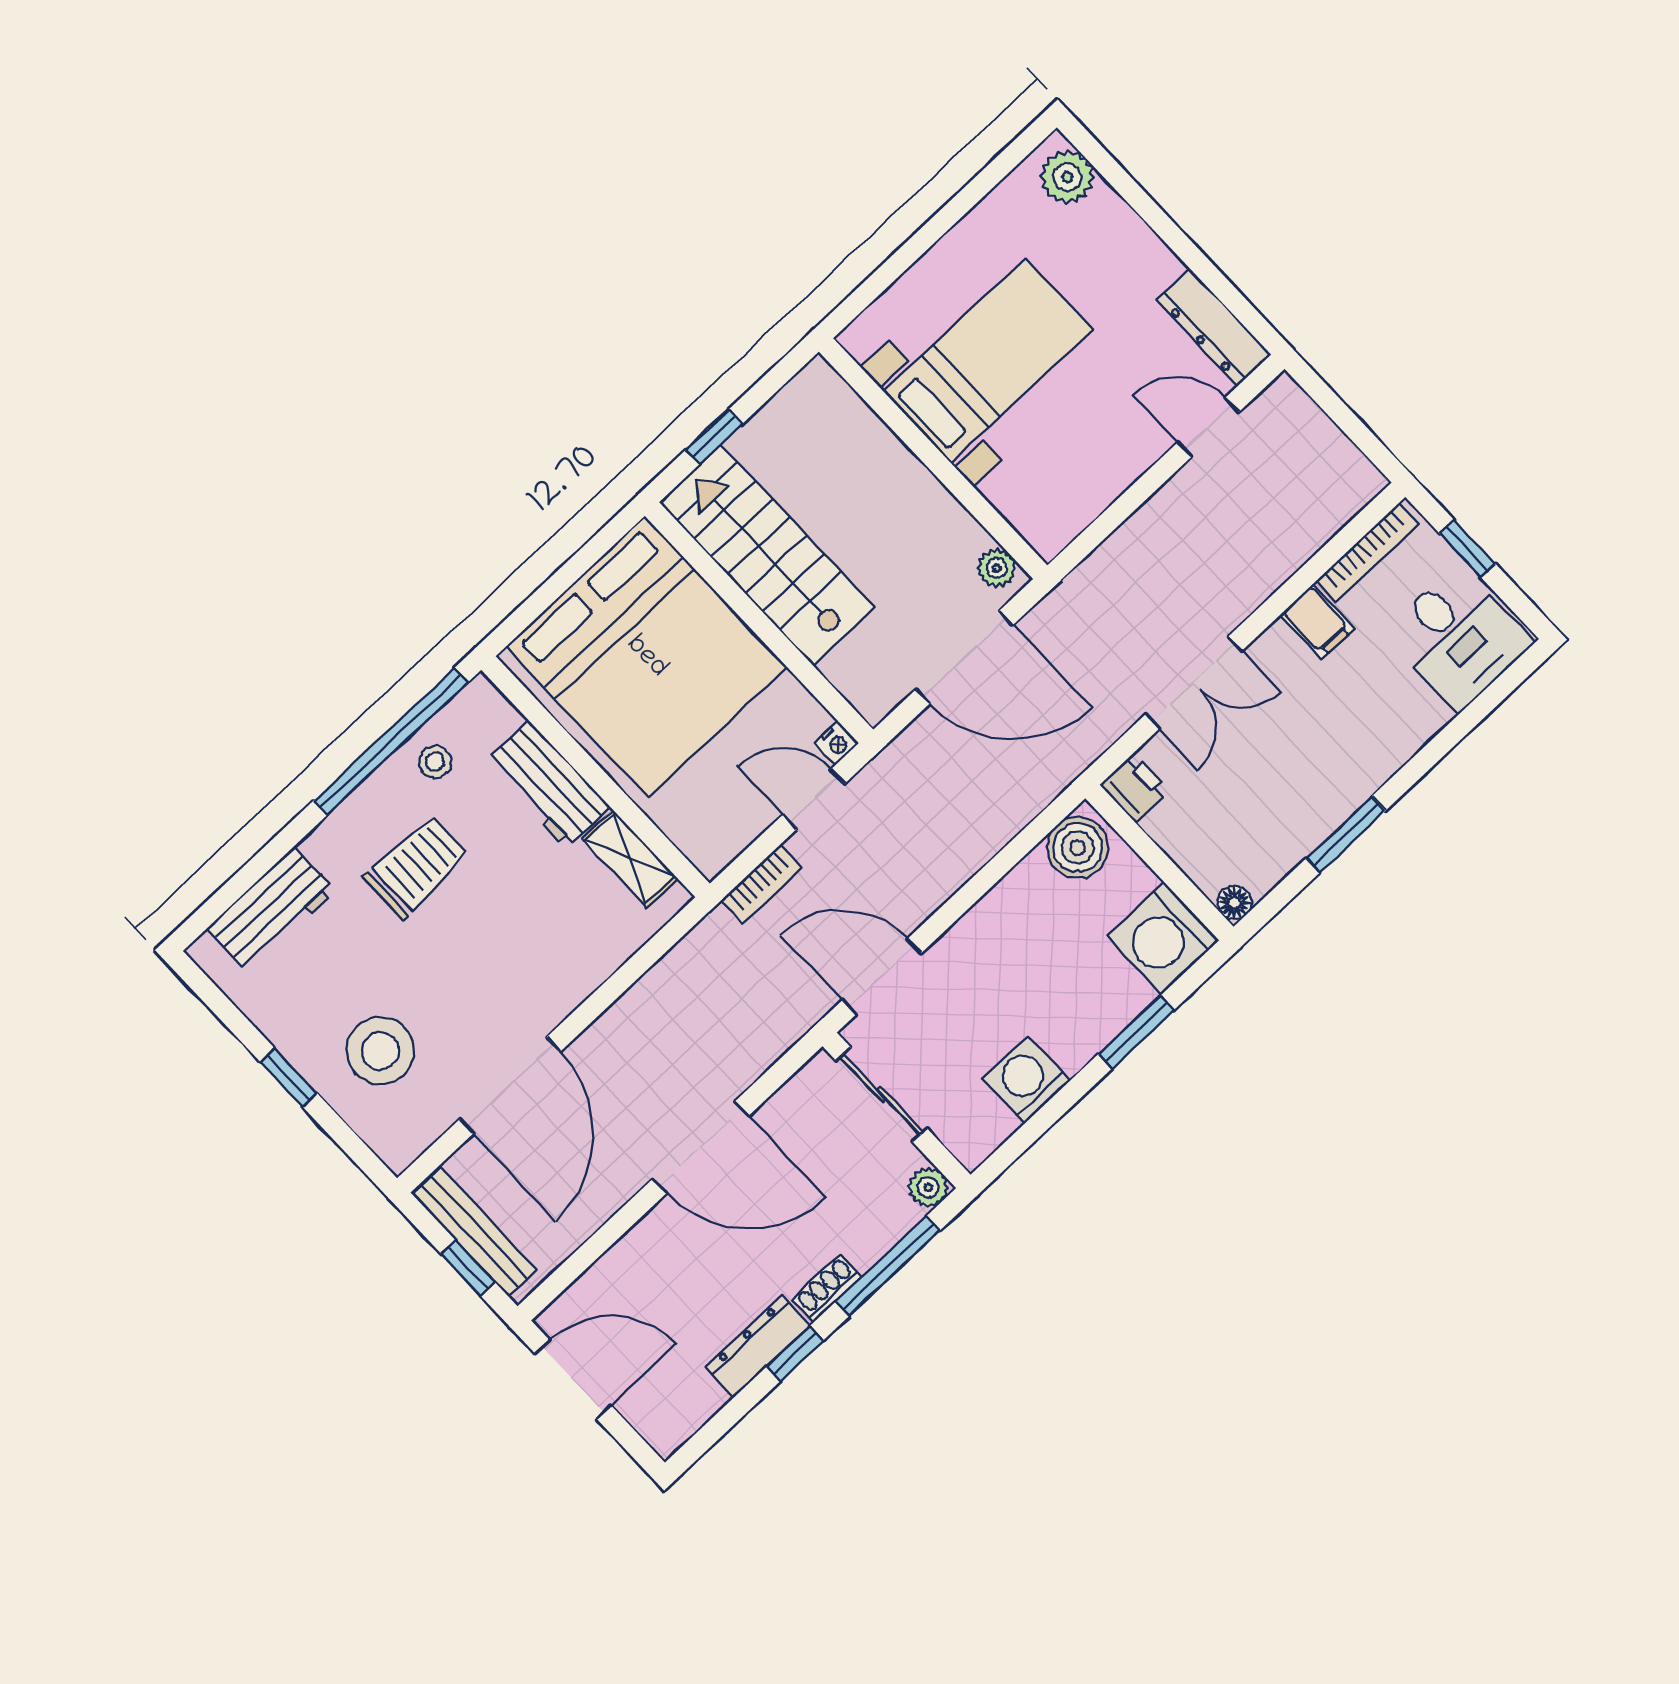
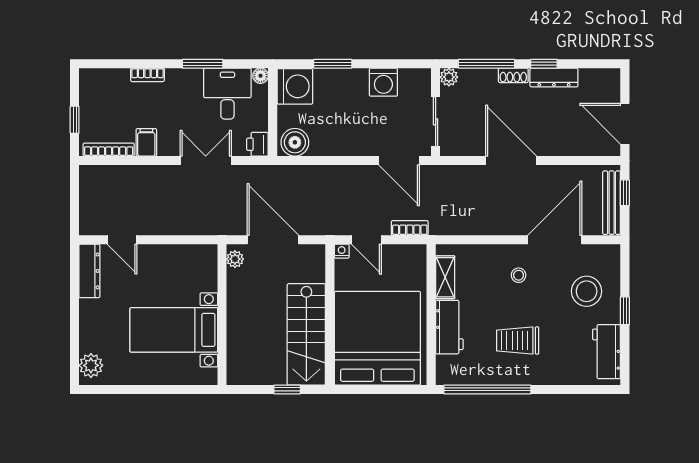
desk: (1458, 638) -> (227, 94), moved
bookcase: (1418, 732) -> (147, 75), added
stool: (435, 762) -> (519, 275), moved
workbench: (271, 910) -> (607, 352), moved, turned -90

